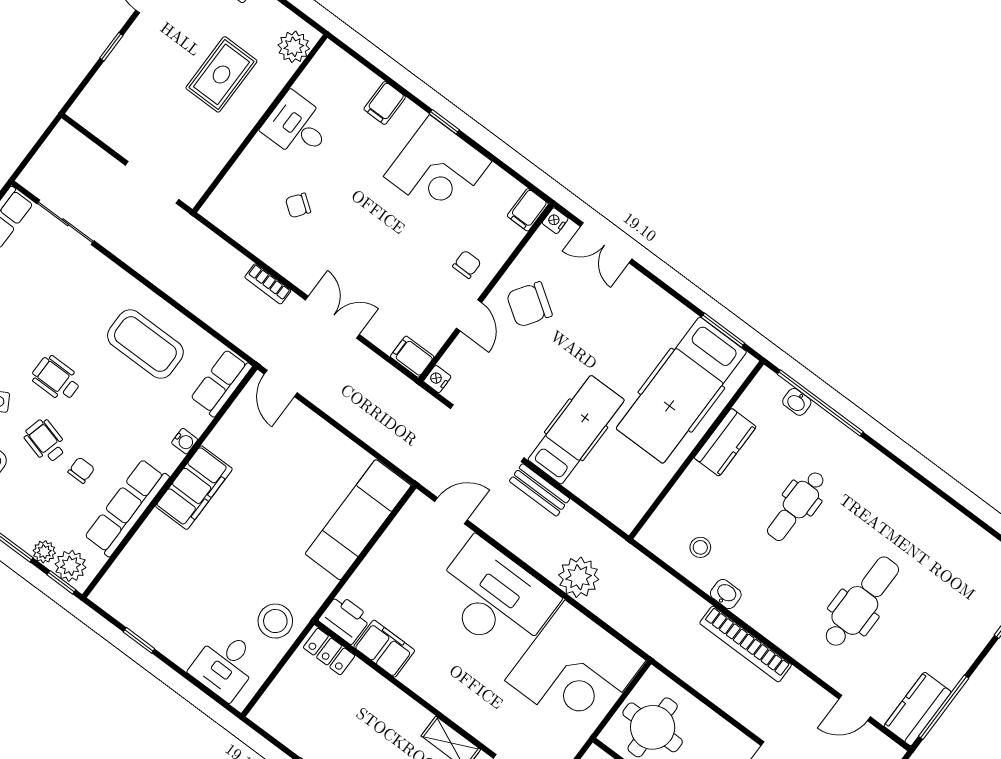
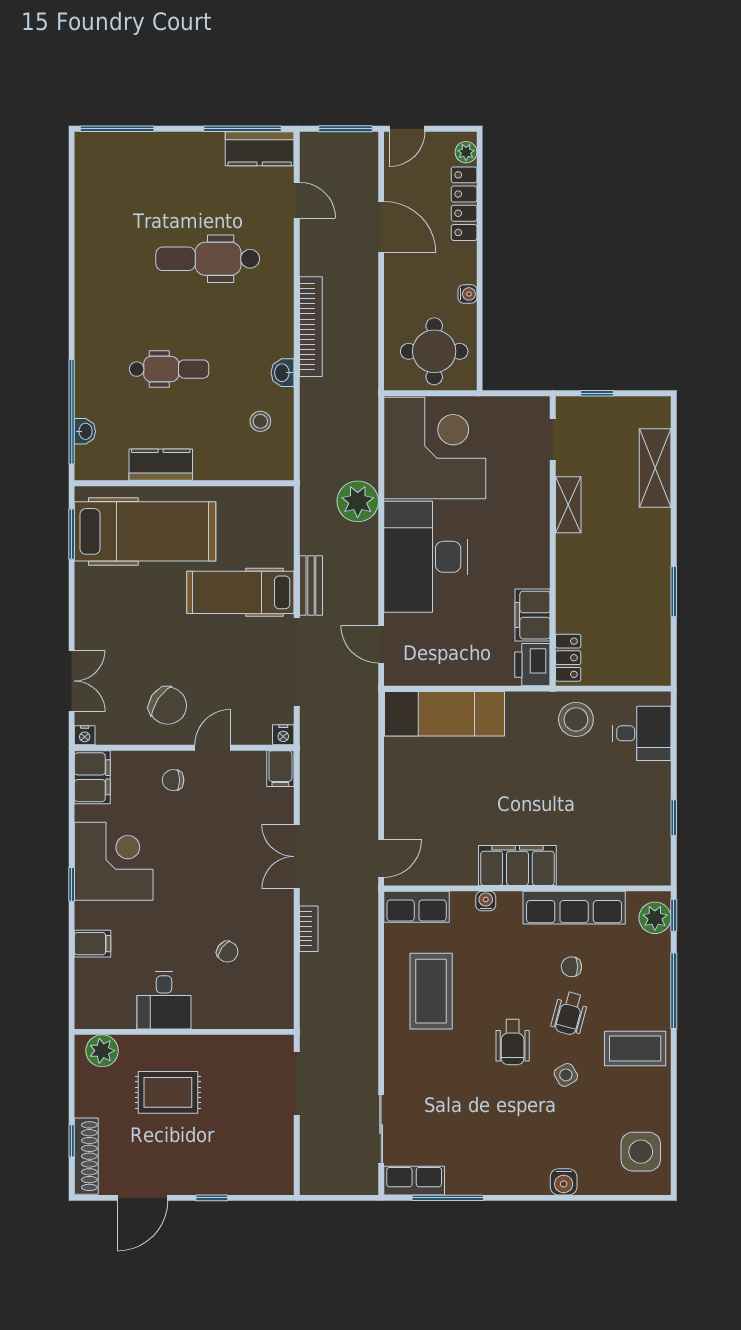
filing cabinet: (528, 210) -> (92, 777), width x2.00
plant: (44, 552) -> (659, 947), removed

